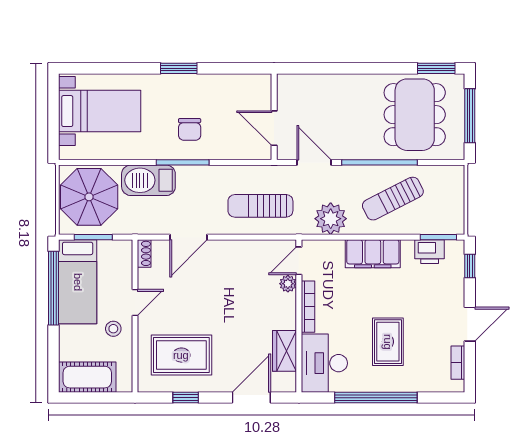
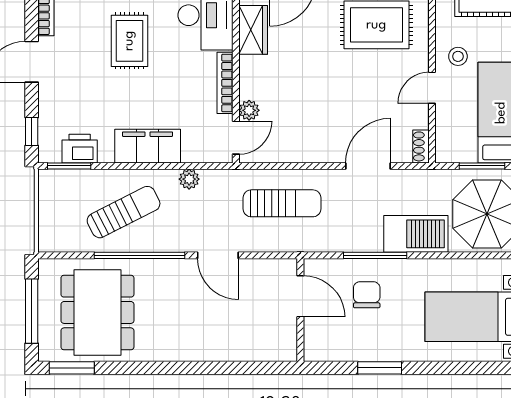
wall: (274, 117) -> (300, 310), moved
door: (274, 128) -> (300, 296), moved
plant: (331, 219) -> (189, 179), width x0.53, depth x0.53

